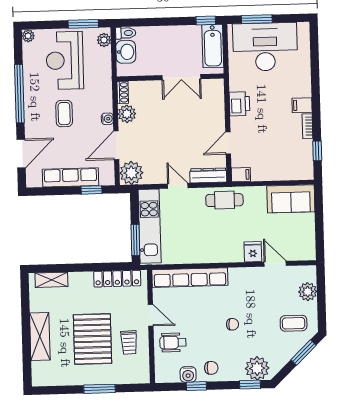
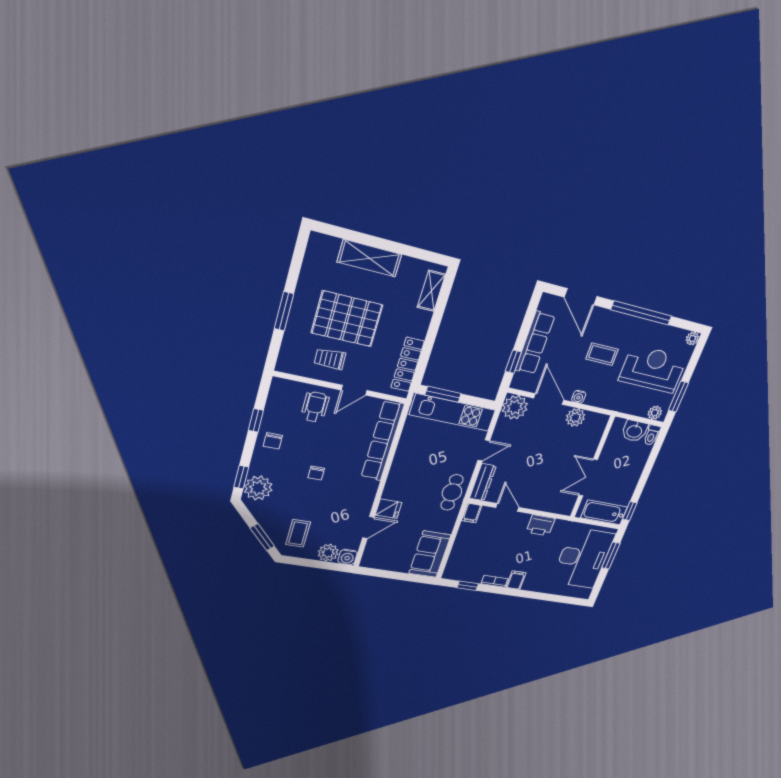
shoe rack: (123, 92) -> (598, 418), removed
water cooler: (188, 374) -> (348, 557), moved, turned -90

